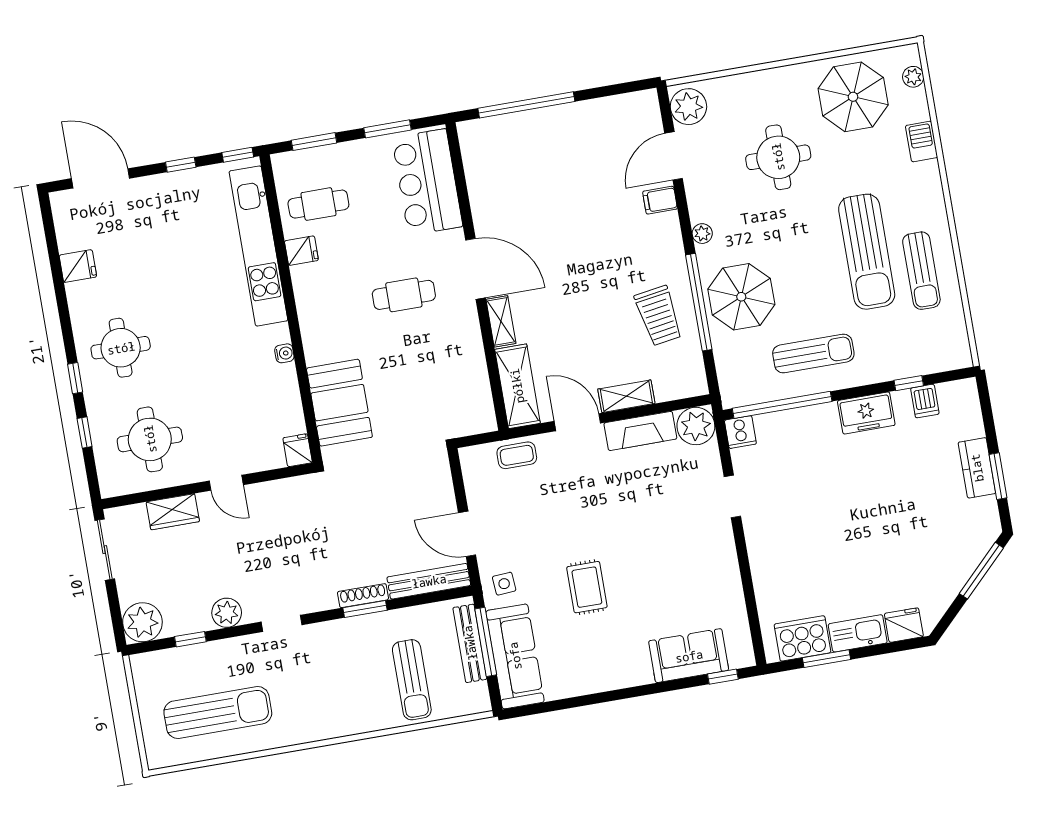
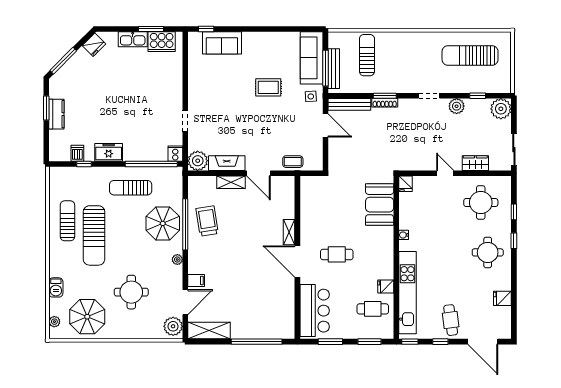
cafe table: (168, 209) -> (451, 320), added
sun lounger: (867, 252) -> (94, 235), turned 180
shelving: (517, 386) -> (209, 330), moved, turned 90
rug: (587, 587) -> (268, 87), turned 90
fridge: (904, 625) -> (94, 45), moved, turned -45

